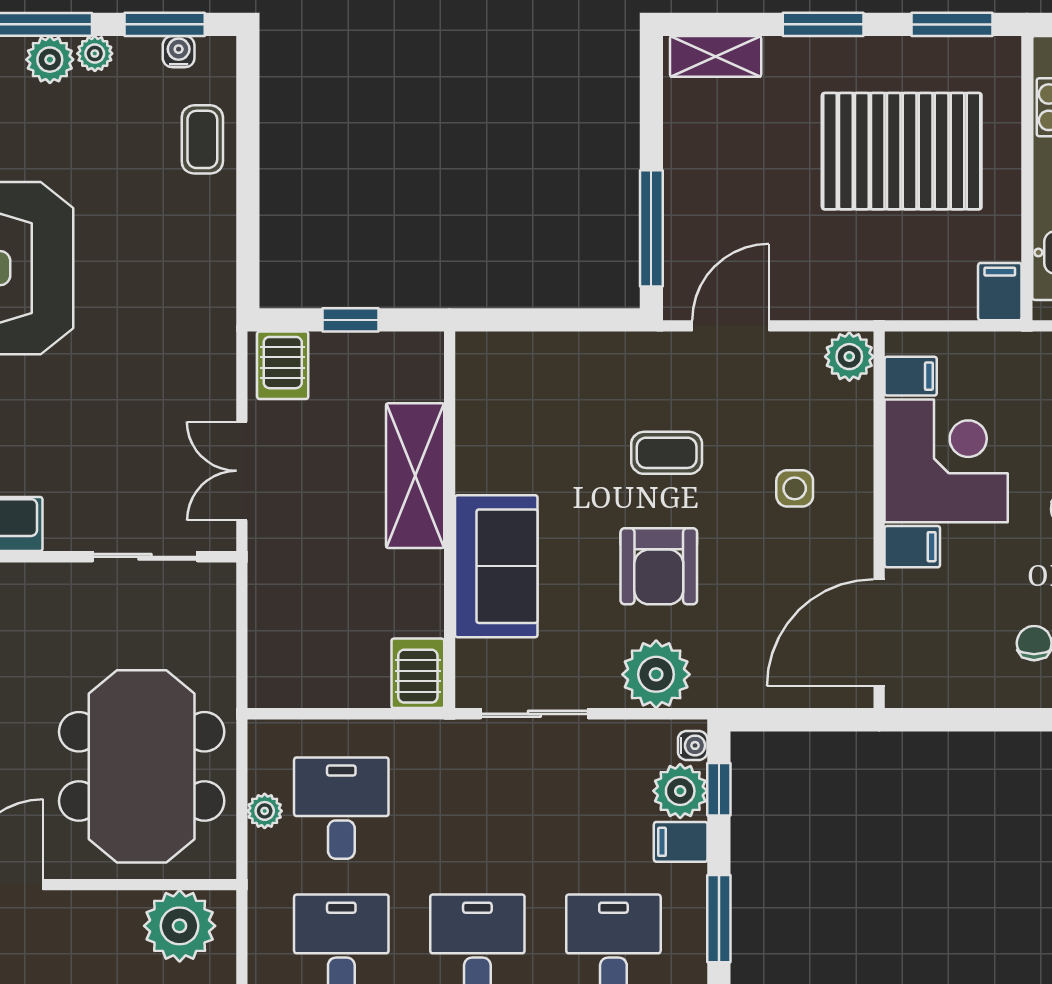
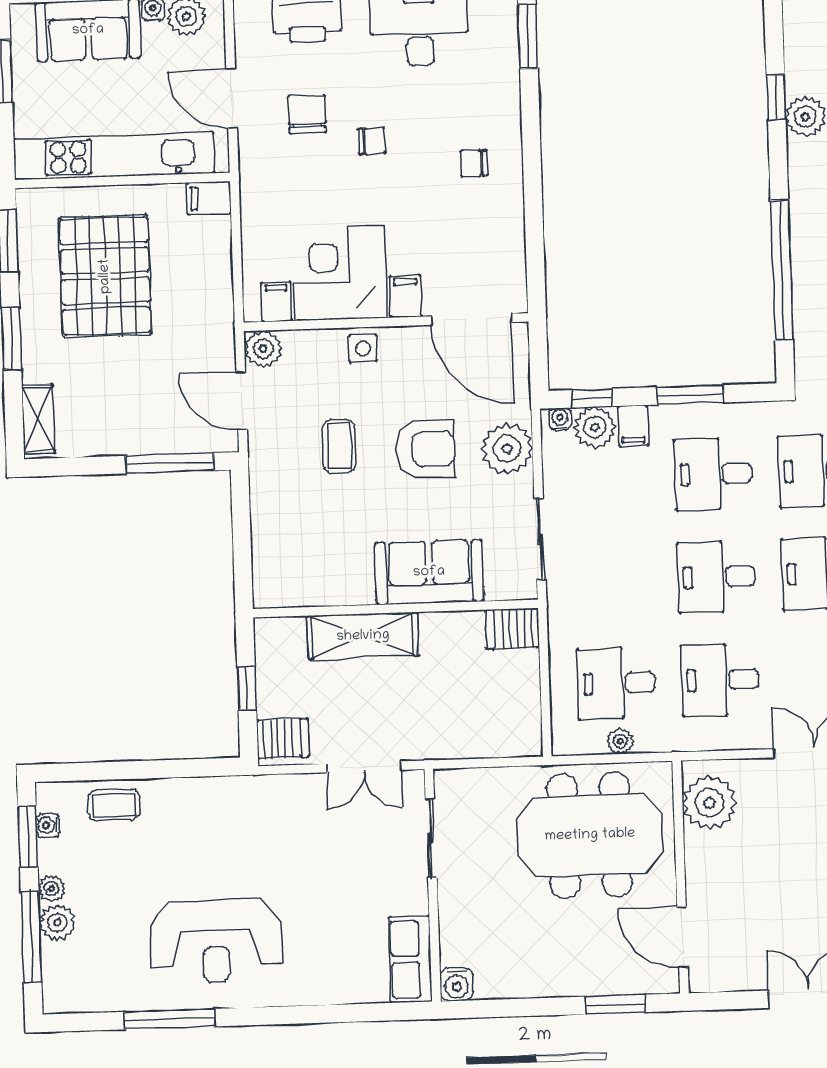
plant: (849, 357) -> (263, 349), moved
filing cabinet: (911, 376) -> (276, 302), moved
corner desk: (946, 461) -> (340, 273), moved
wall: (879, 520) -> (386, 322), moved
filing cabinet: (912, 547) -> (405, 296), moved
door: (879, 633) -> (471, 319), moved

